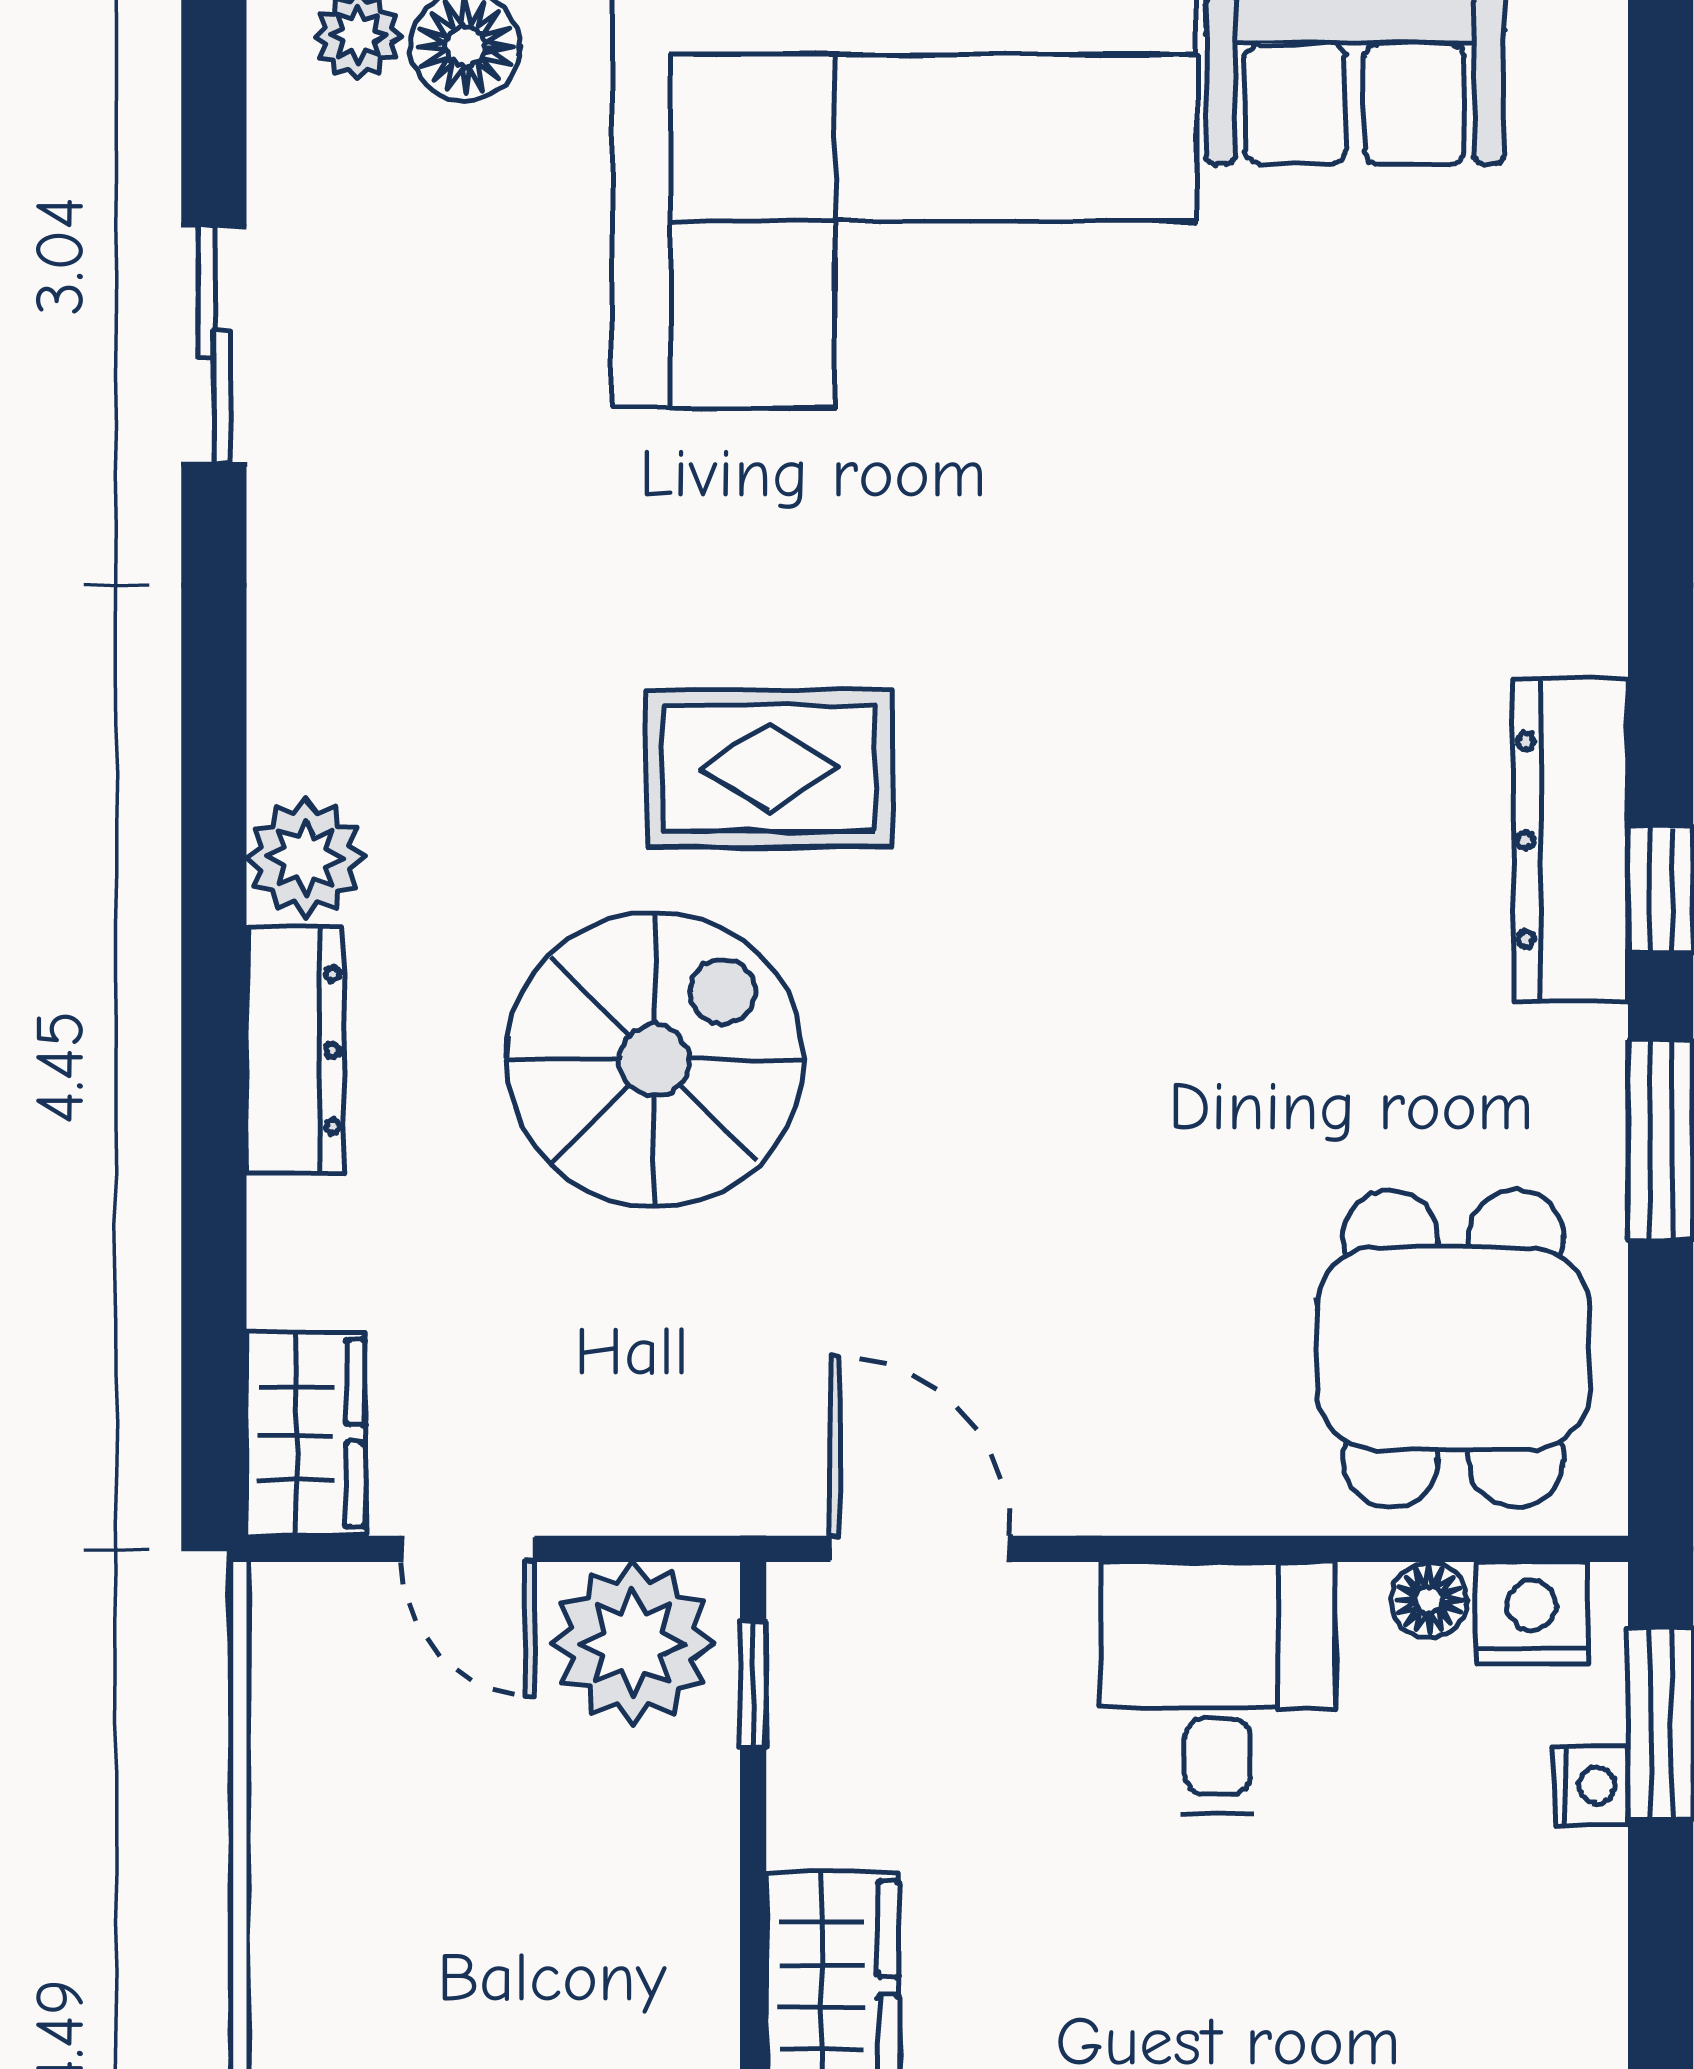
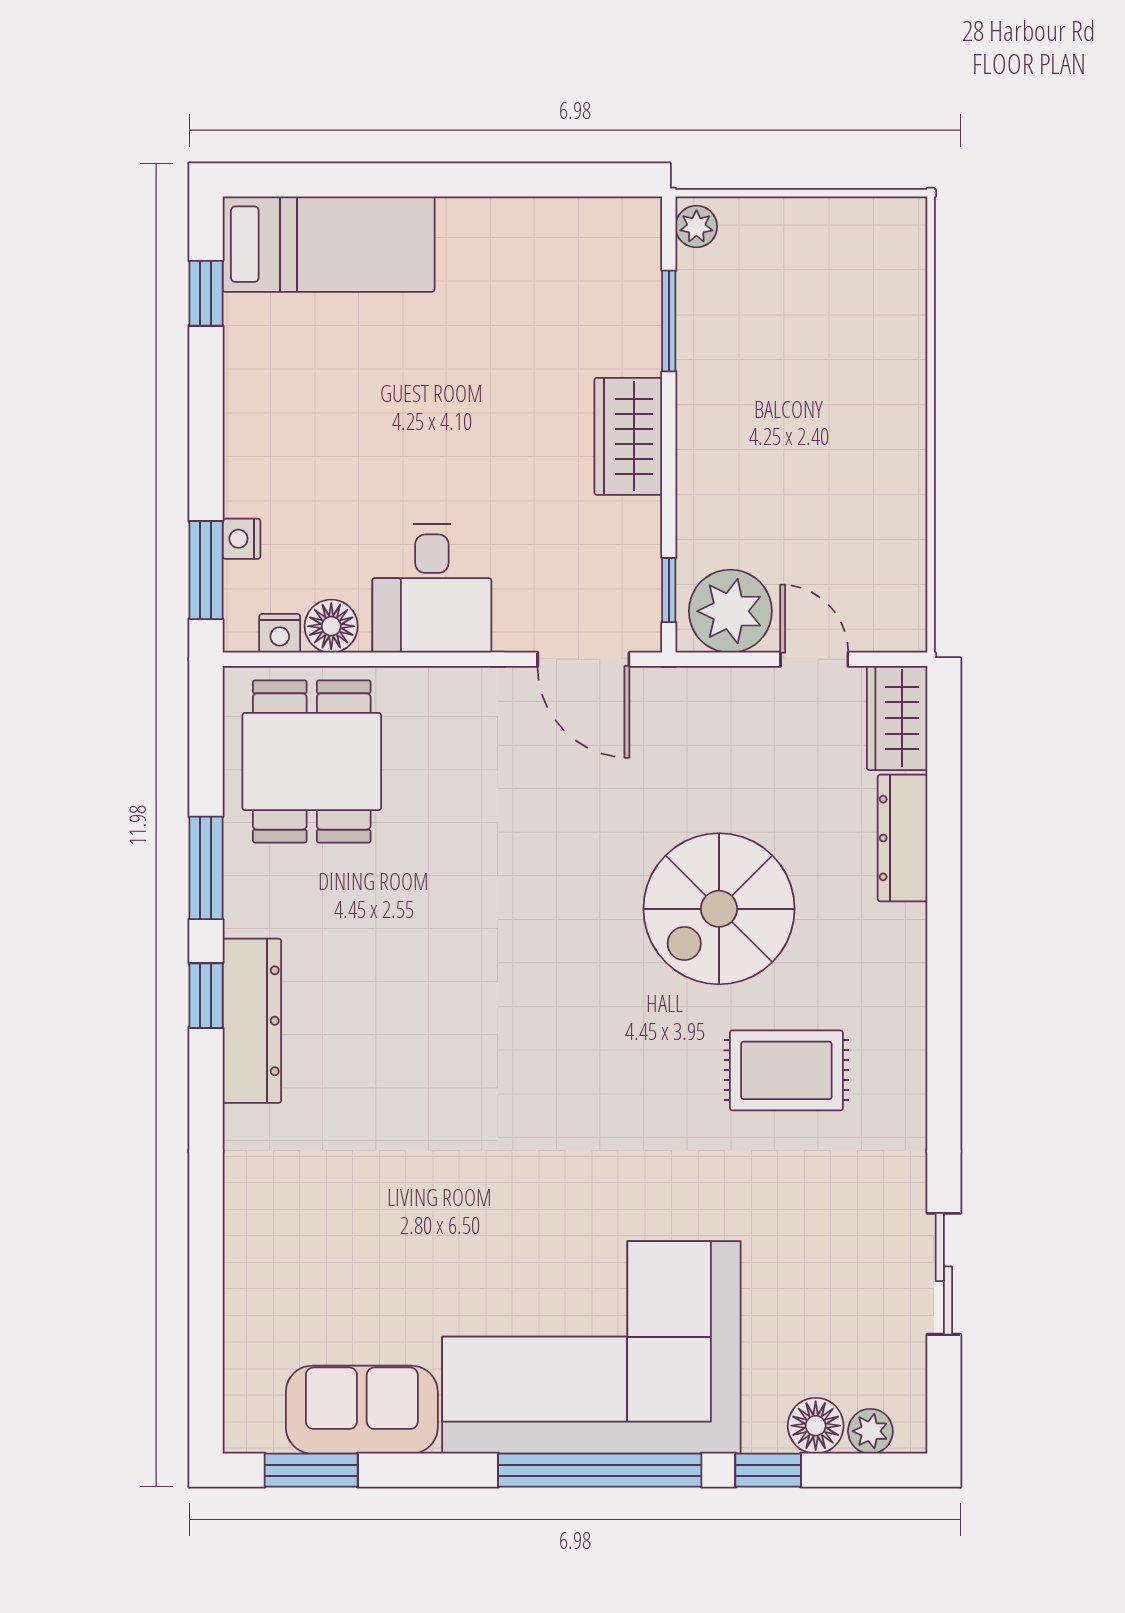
rug: (769, 768) -> (786, 1070), moved
plant: (306, 858) -> (897, 1012), removed
dresser: (295, 1050) -> (903, 838), moved
floor lamp: (1429, 1600) -> (331, 626), width x1.37, depth x1.37
nightstand: (1531, 1613) -> (280, 633), width x0.72, depth x0.74

